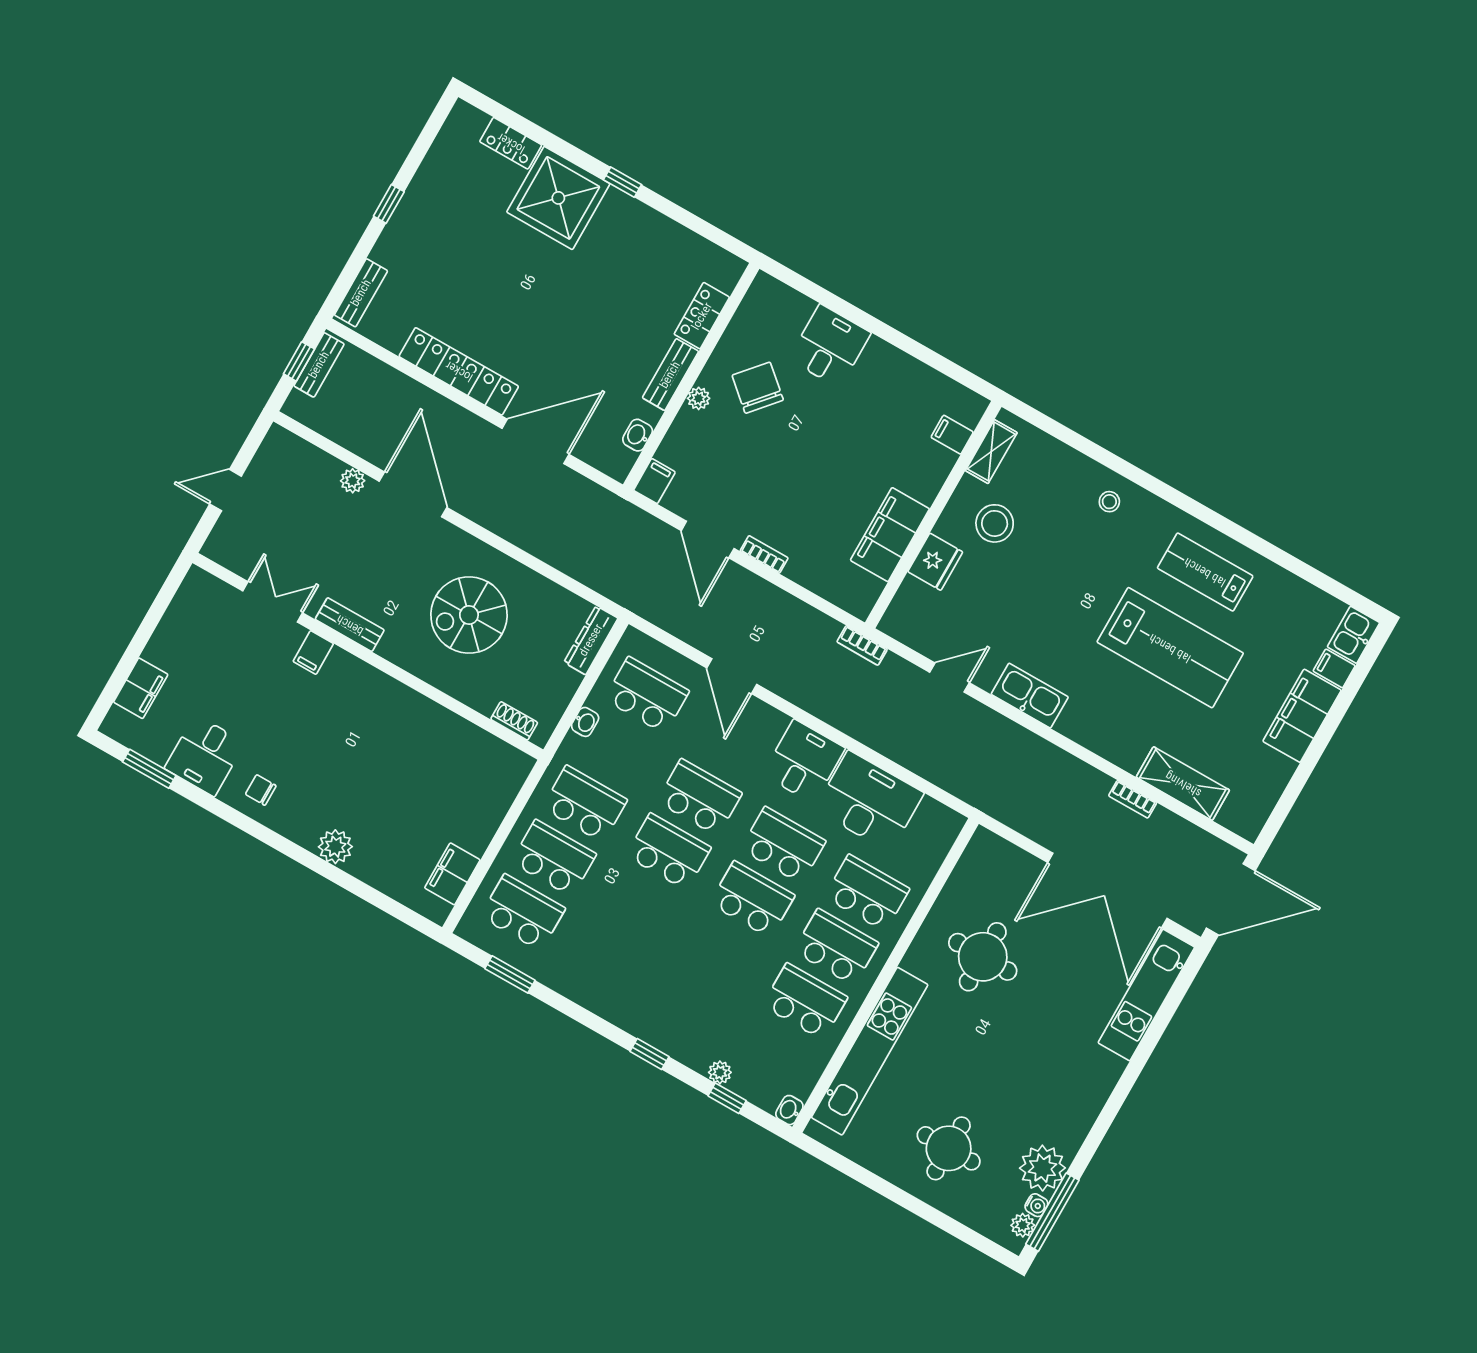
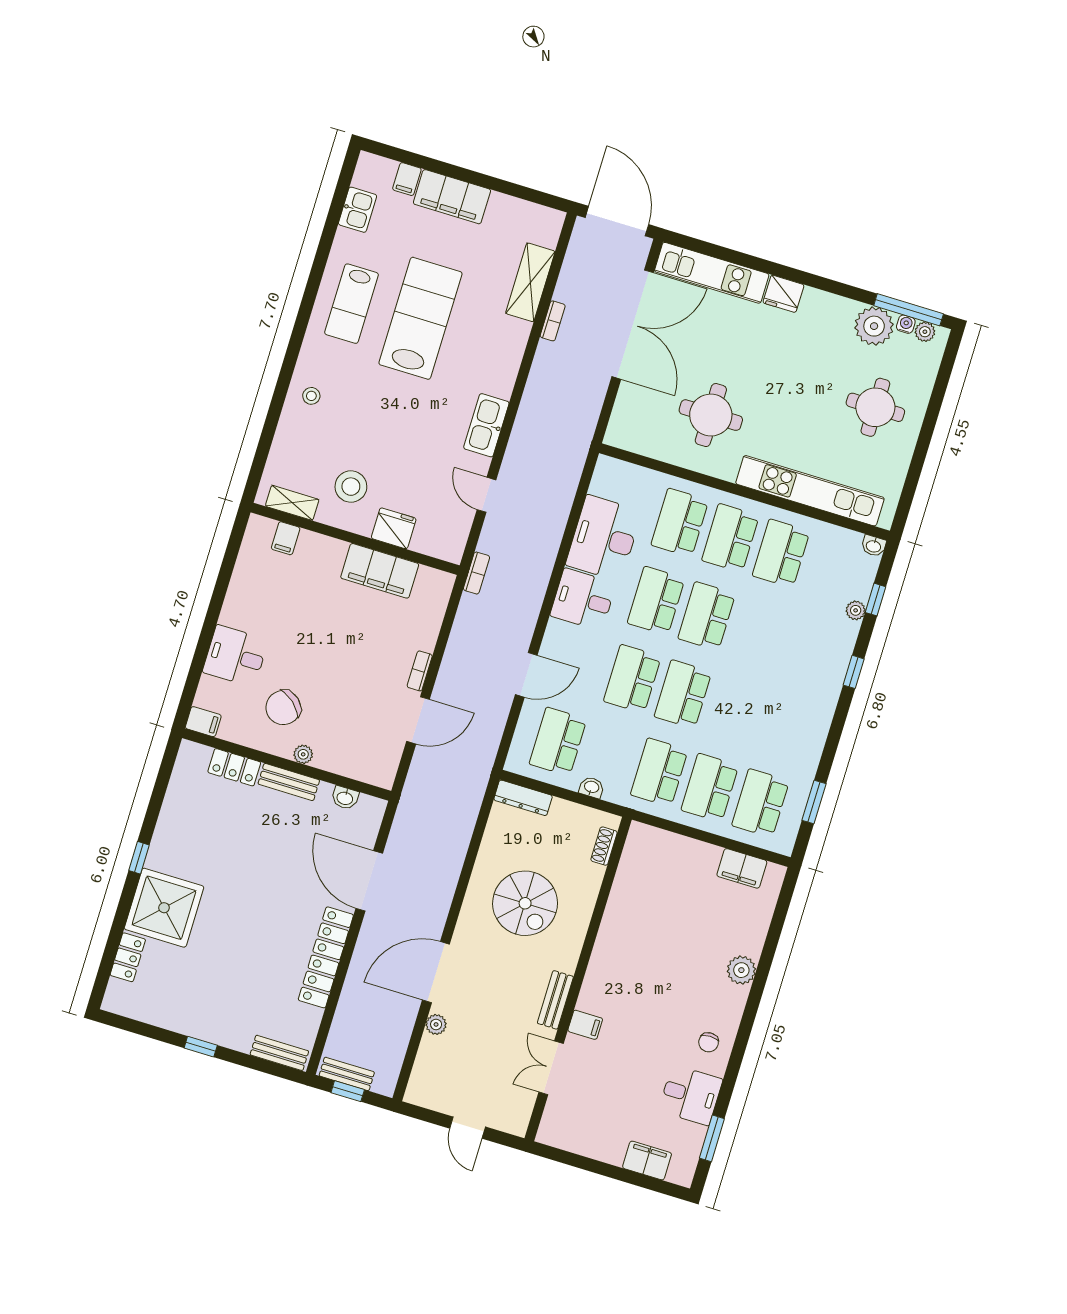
filing cabinet: (654, 481) -> (203, 722), moved, turned 180
kitchen sink: (1353, 635) -> (357, 210), moved, turned -90
fridge: (1103, 1072) -> (783, 294), added

